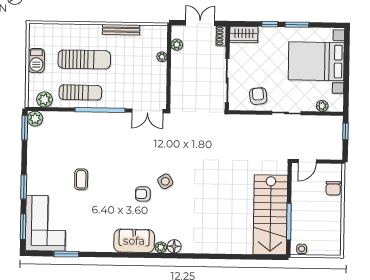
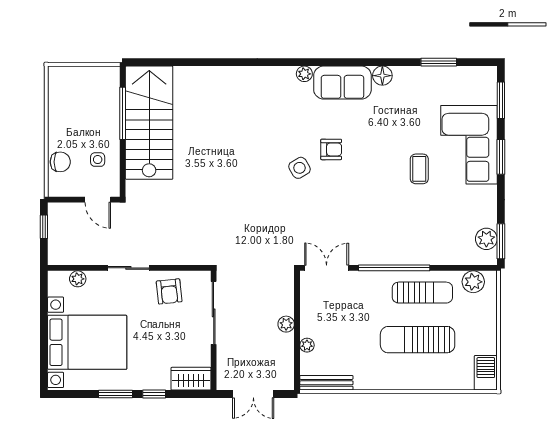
bench: (121, 30) -> (326, 383), moved
shoe rack: (221, 36) -> (223, 376), removed
plant: (177, 45) -> (286, 324), moved
barbecue: (36, 61) -> (486, 373), moved
sun lounger: (80, 92) -> (422, 293), turned 180
plant: (35, 119) -> (486, 239), moved
window: (346, 131) -> (44, 227), moved
door: (307, 161) -> (98, 200), swing flipped
chair: (333, 188) -> (60, 162), turned 90
corner sofa: (46, 223) -> (469, 145), moved
floor lamp: (174, 246) -> (382, 76), moved
side table: (302, 249) -> (98, 160), moved

